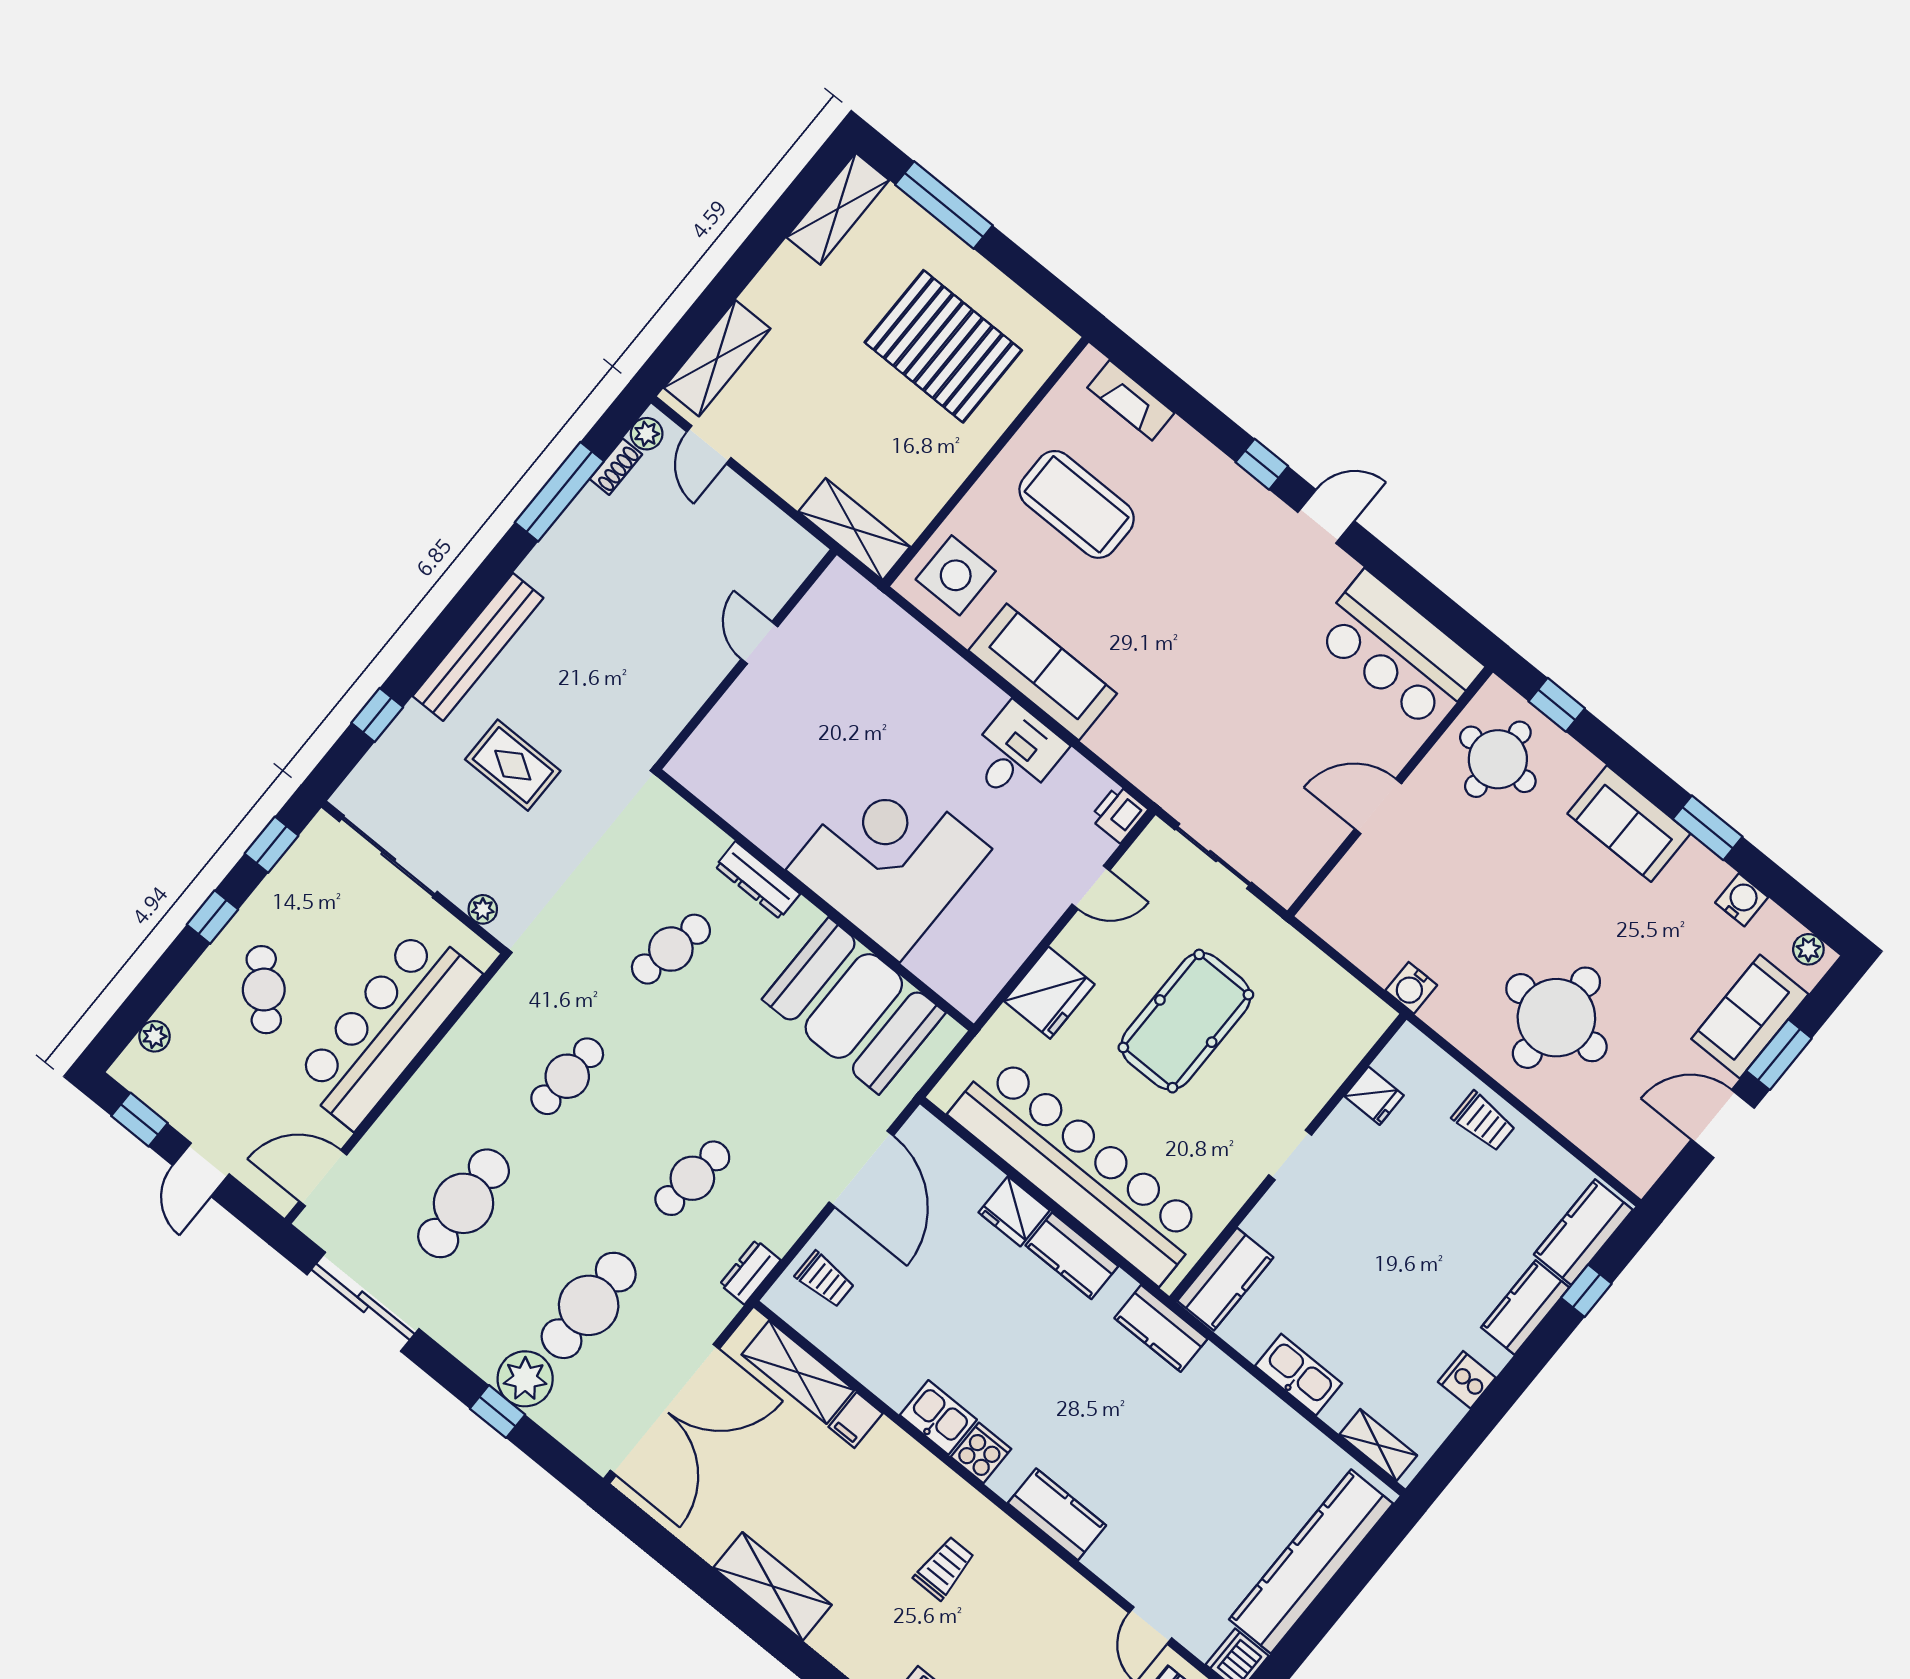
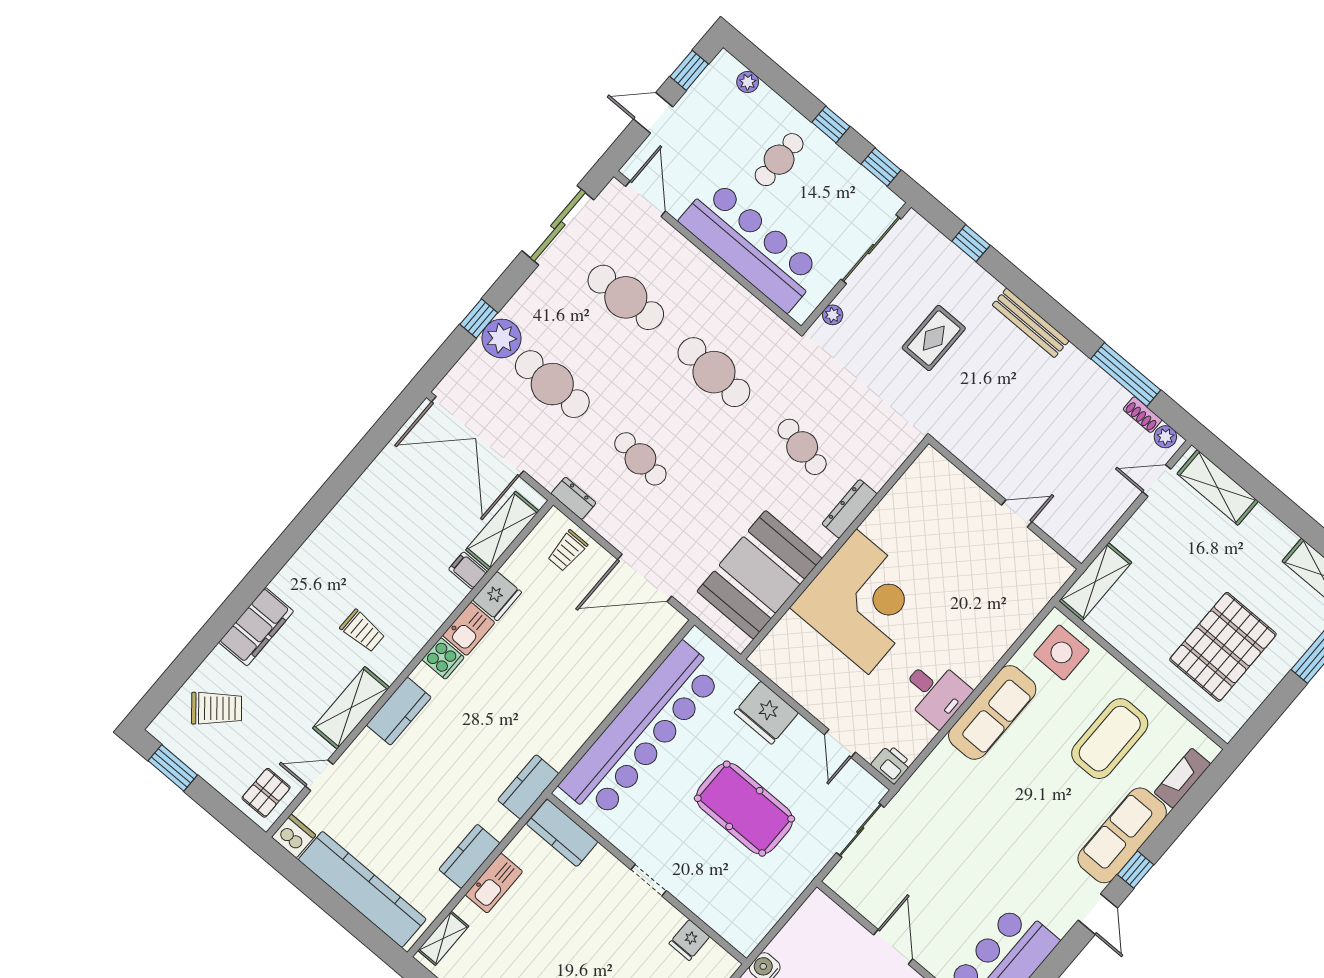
sofa: (1214, 484) -> (1122, 835), added
bench: (478, 647) -> (1031, 323), width x0.73, depth x0.82
cafe table: (264, 990) -> (779, 160), turned -46
cafe table: (567, 1076) -> (714, 372), width x1.37, depth x1.35
fridge: (1014, 1211) -> (497, 596), moved, turned 180
kitchen counter: (1072, 1256) -> (469, 856), moved
shelving: (773, 1586) -> (351, 708), moved

